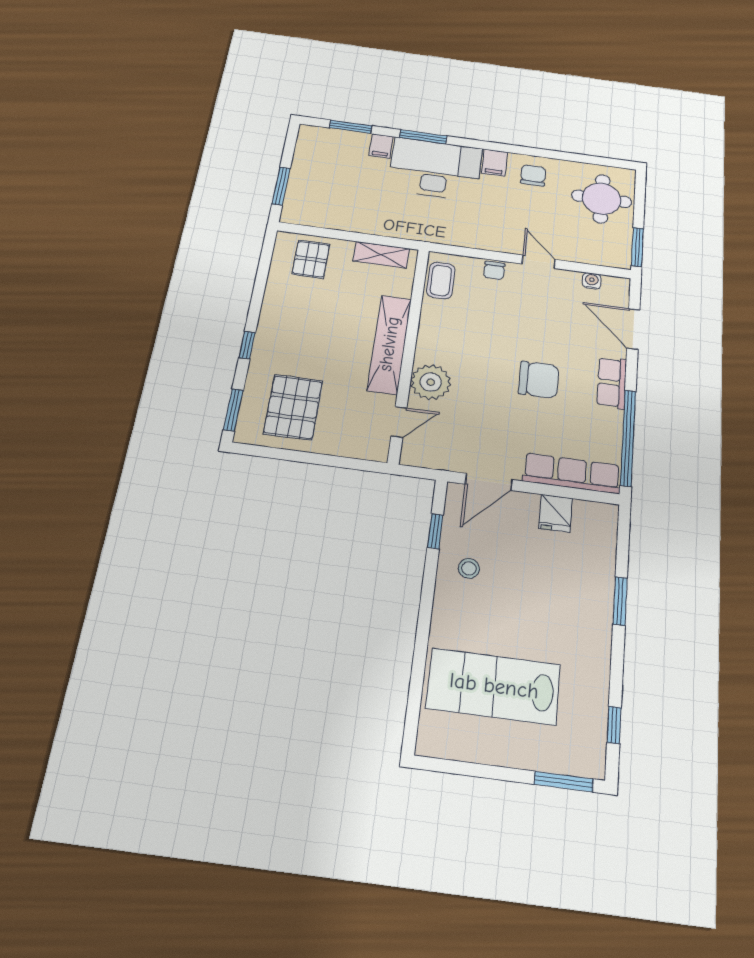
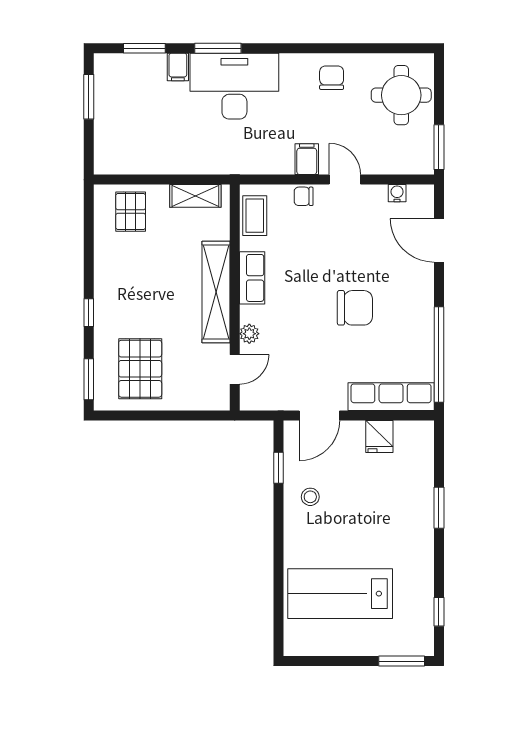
filing cabinet: (495, 163) -> (307, 159), moved, turned 180
window: (281, 186) -> (89, 97), moved
chair: (494, 270) -> (304, 196), turned 90
plant: (431, 382) -> (249, 334), width x0.53, depth x0.53
row of seats: (612, 383) -> (252, 278), moved, turned 180

